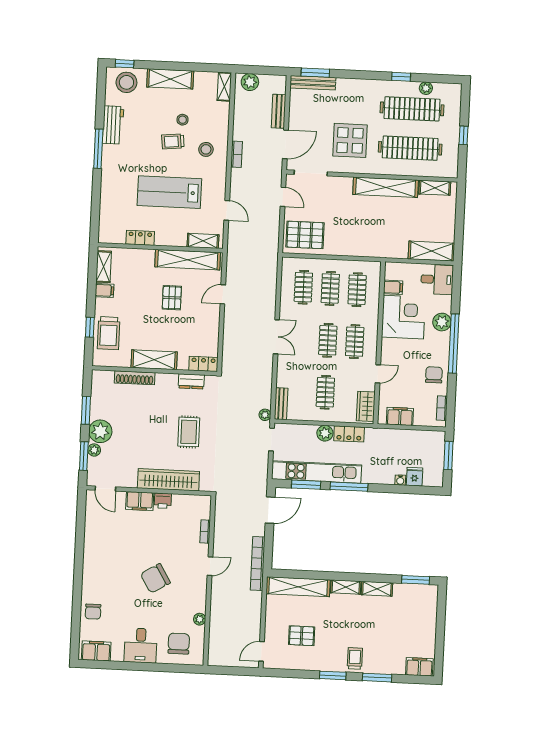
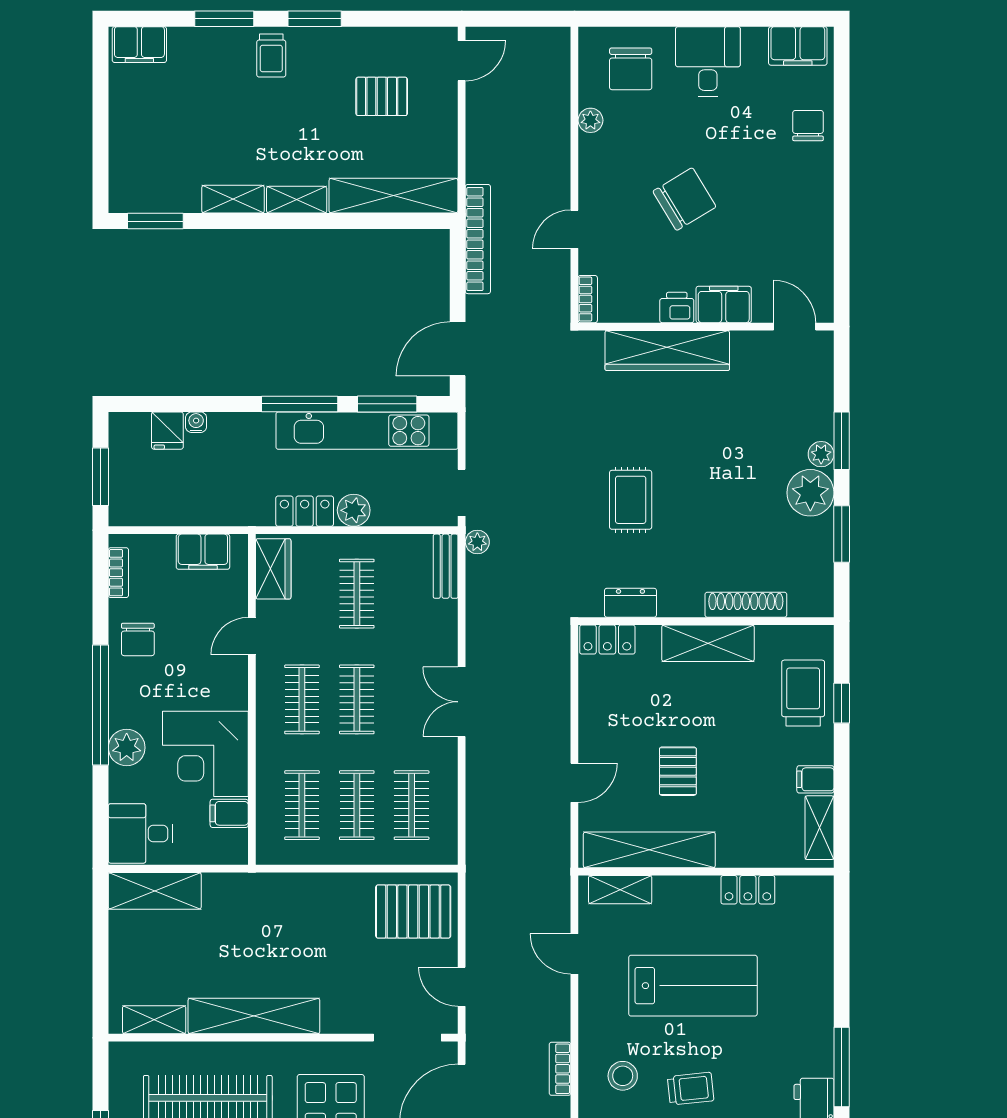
wardrobe: (168, 480) -> (667, 351), moved
door: (105, 489) -> (795, 327), moved
wall: (149, 491) -> (706, 327), moved
filing cabinet: (140, 501) -> (724, 305), moved
printer: (163, 501) -> (677, 308), moved

